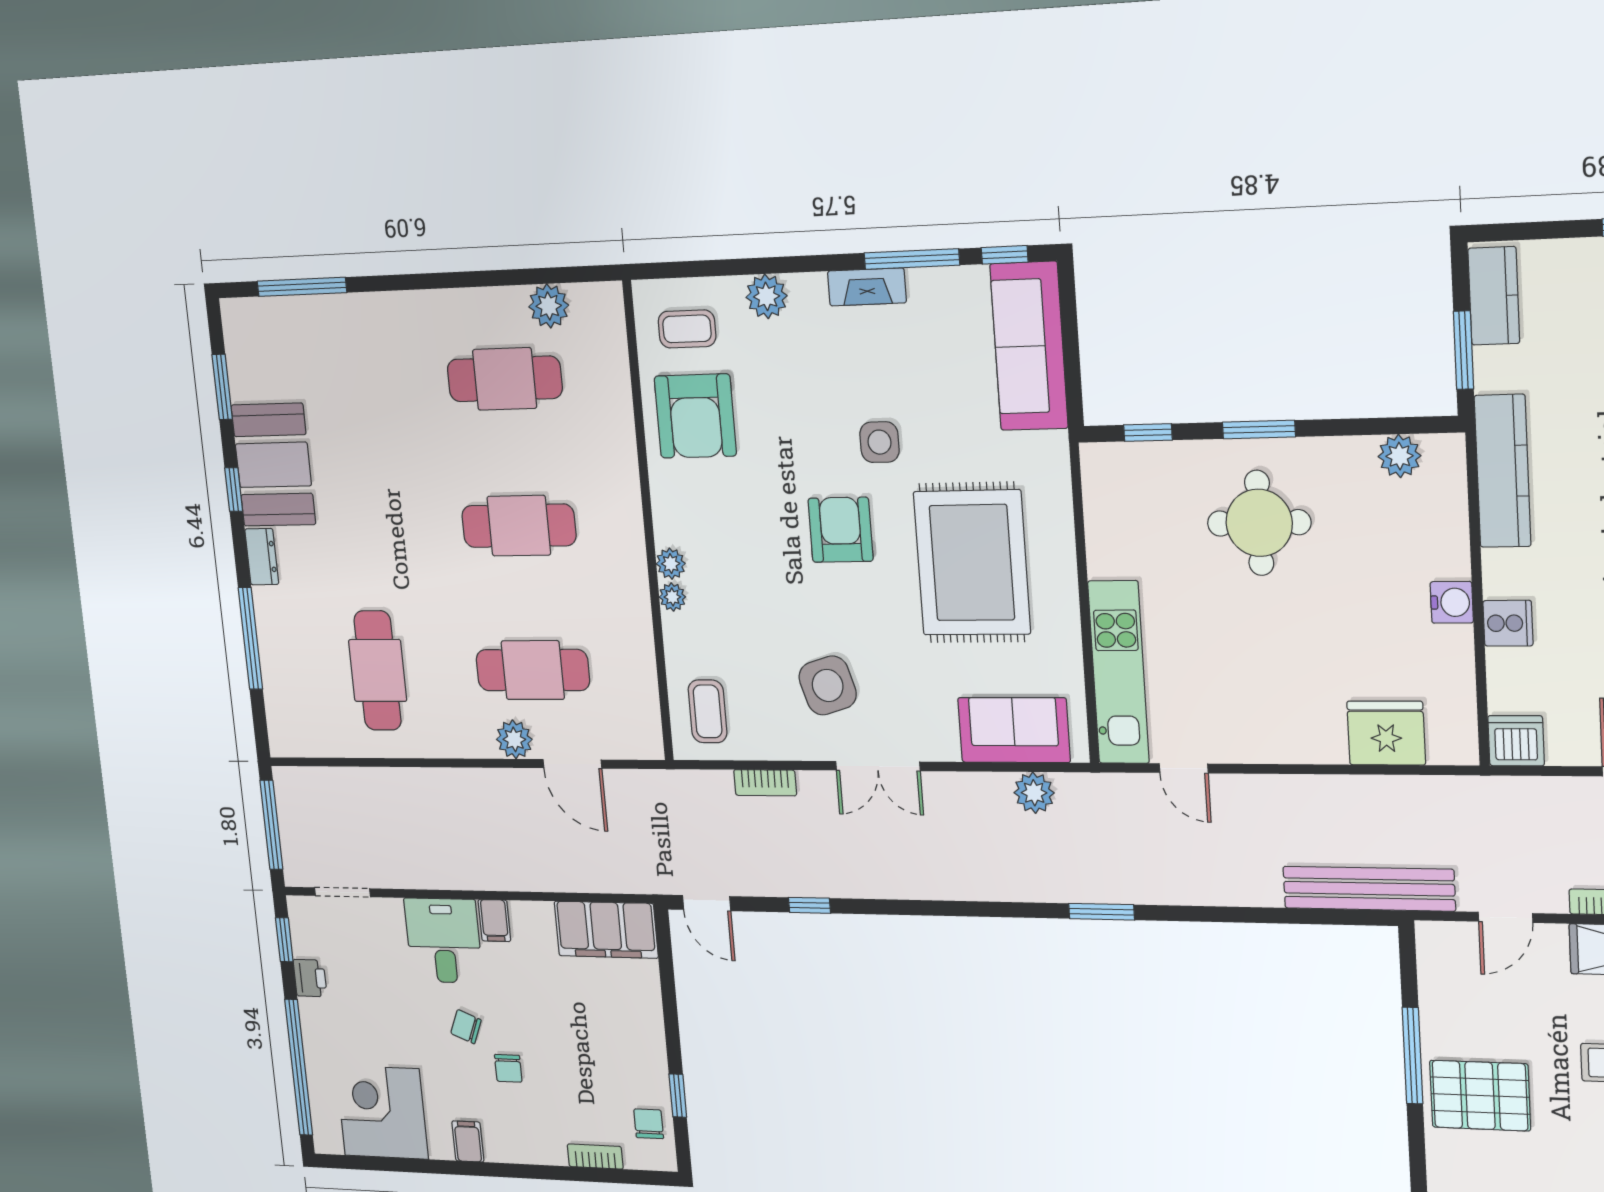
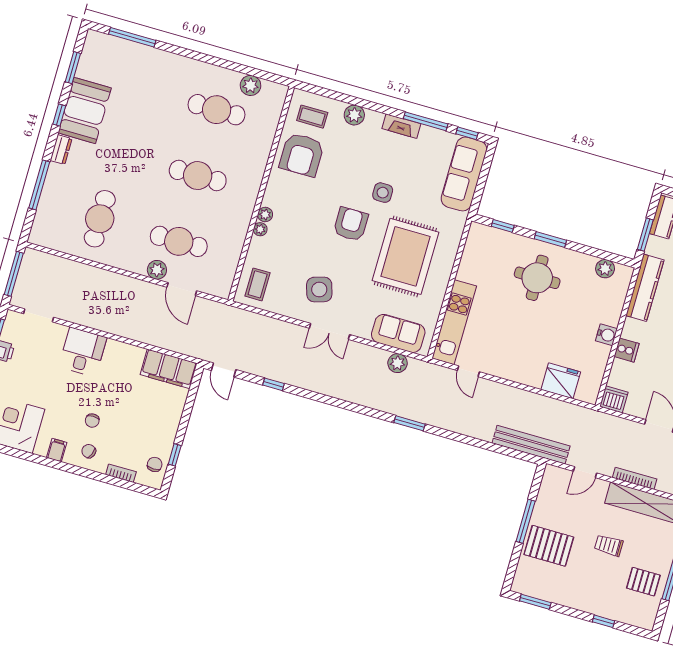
bookcase: (765, 783) -> (273, 324), removed
filing cabinet: (494, 921) -> (113, 350), removed
chair: (466, 1027) -> (89, 451), moved

